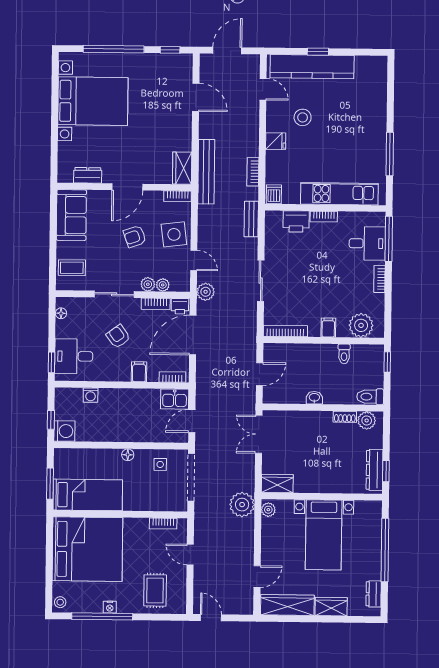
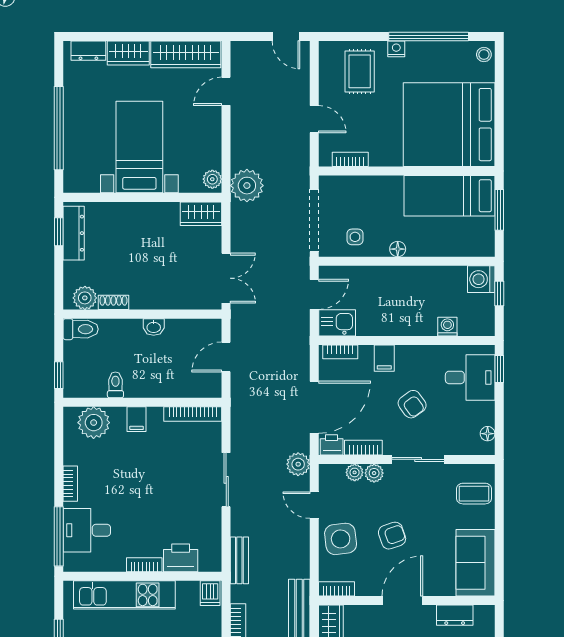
dresser: (374, 594) -> (88, 51), moved, turned 90
nightstand: (110, 607) -> (396, 49), moved

